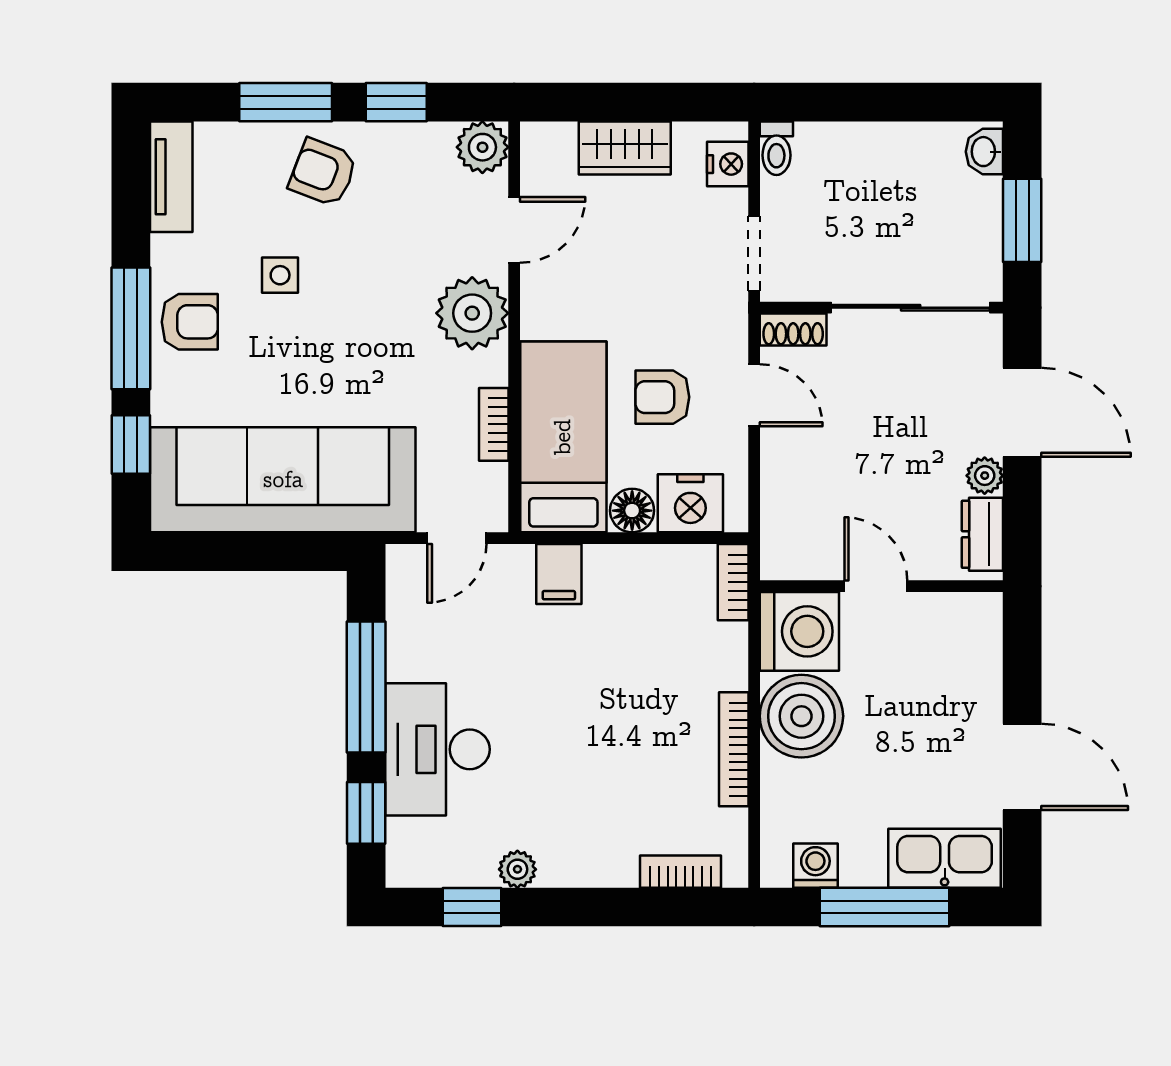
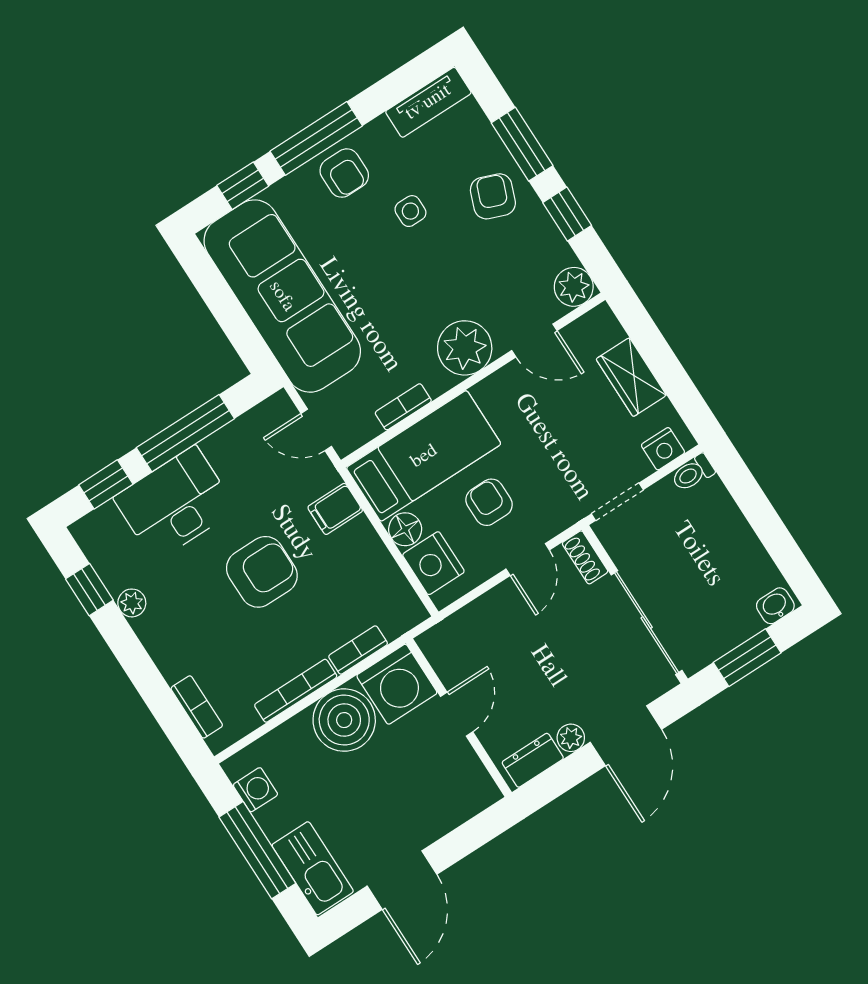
bookcase: (733, 582) -> (358, 650), moved
armchair: (576, 701) -> (262, 572), added

